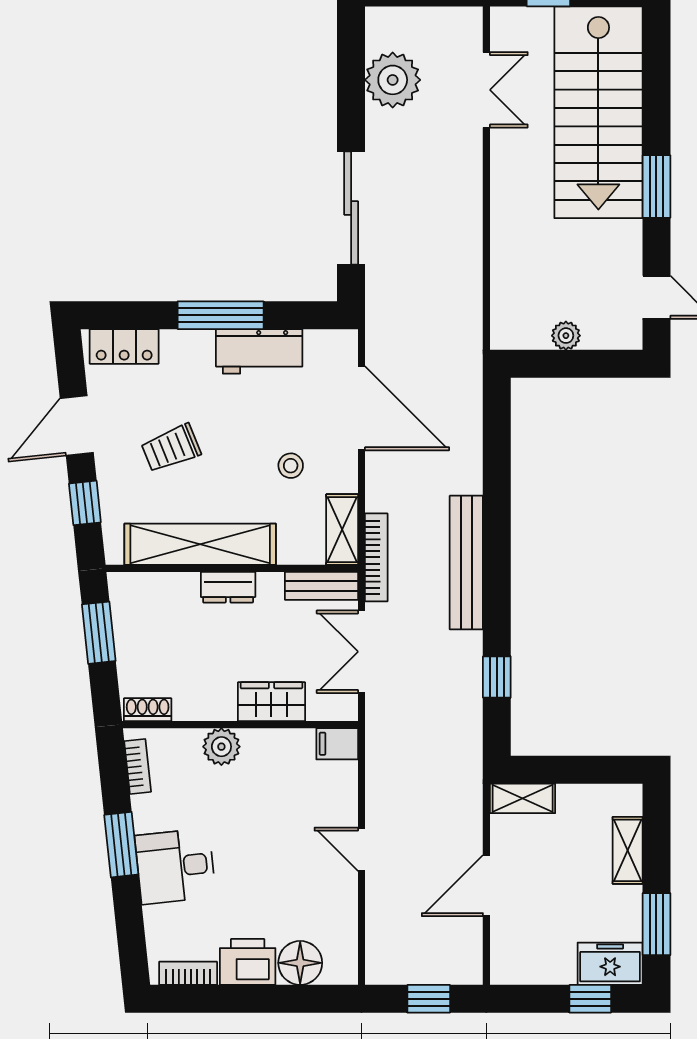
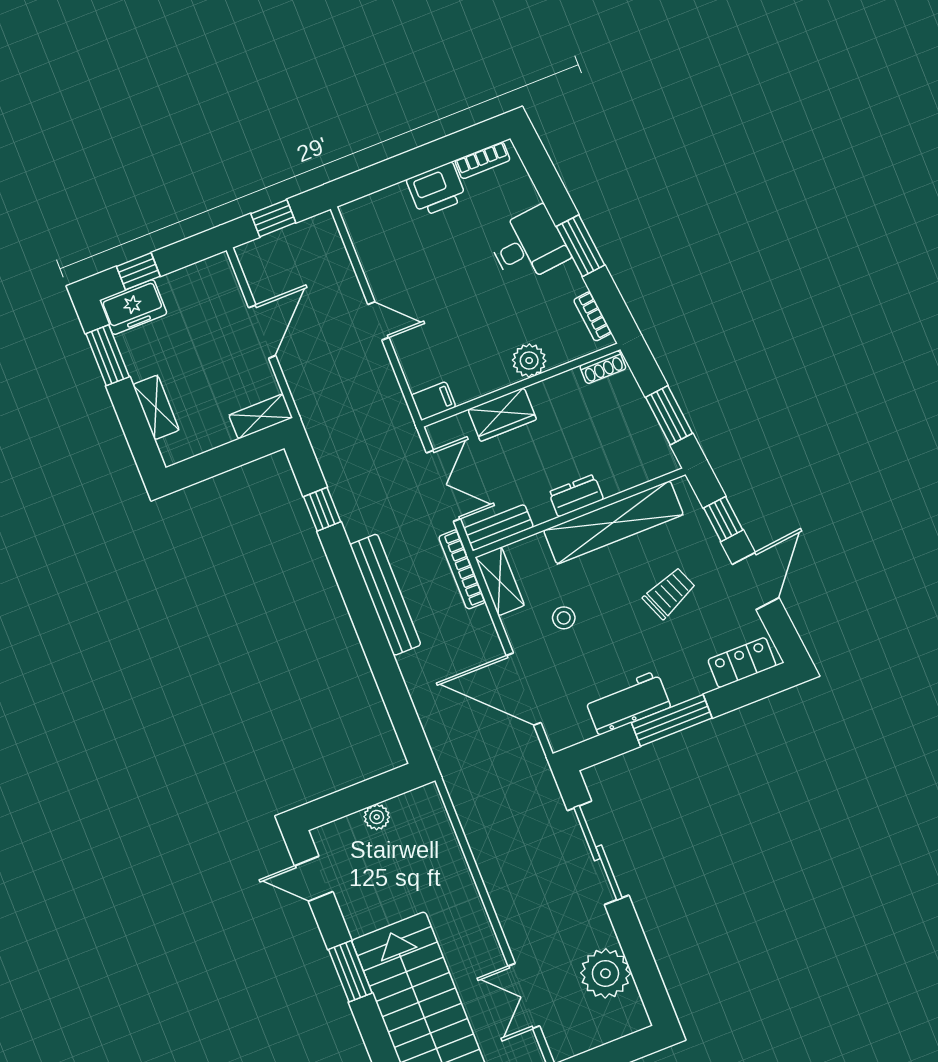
floor lamp: (300, 963) -> (392, 206), removed

